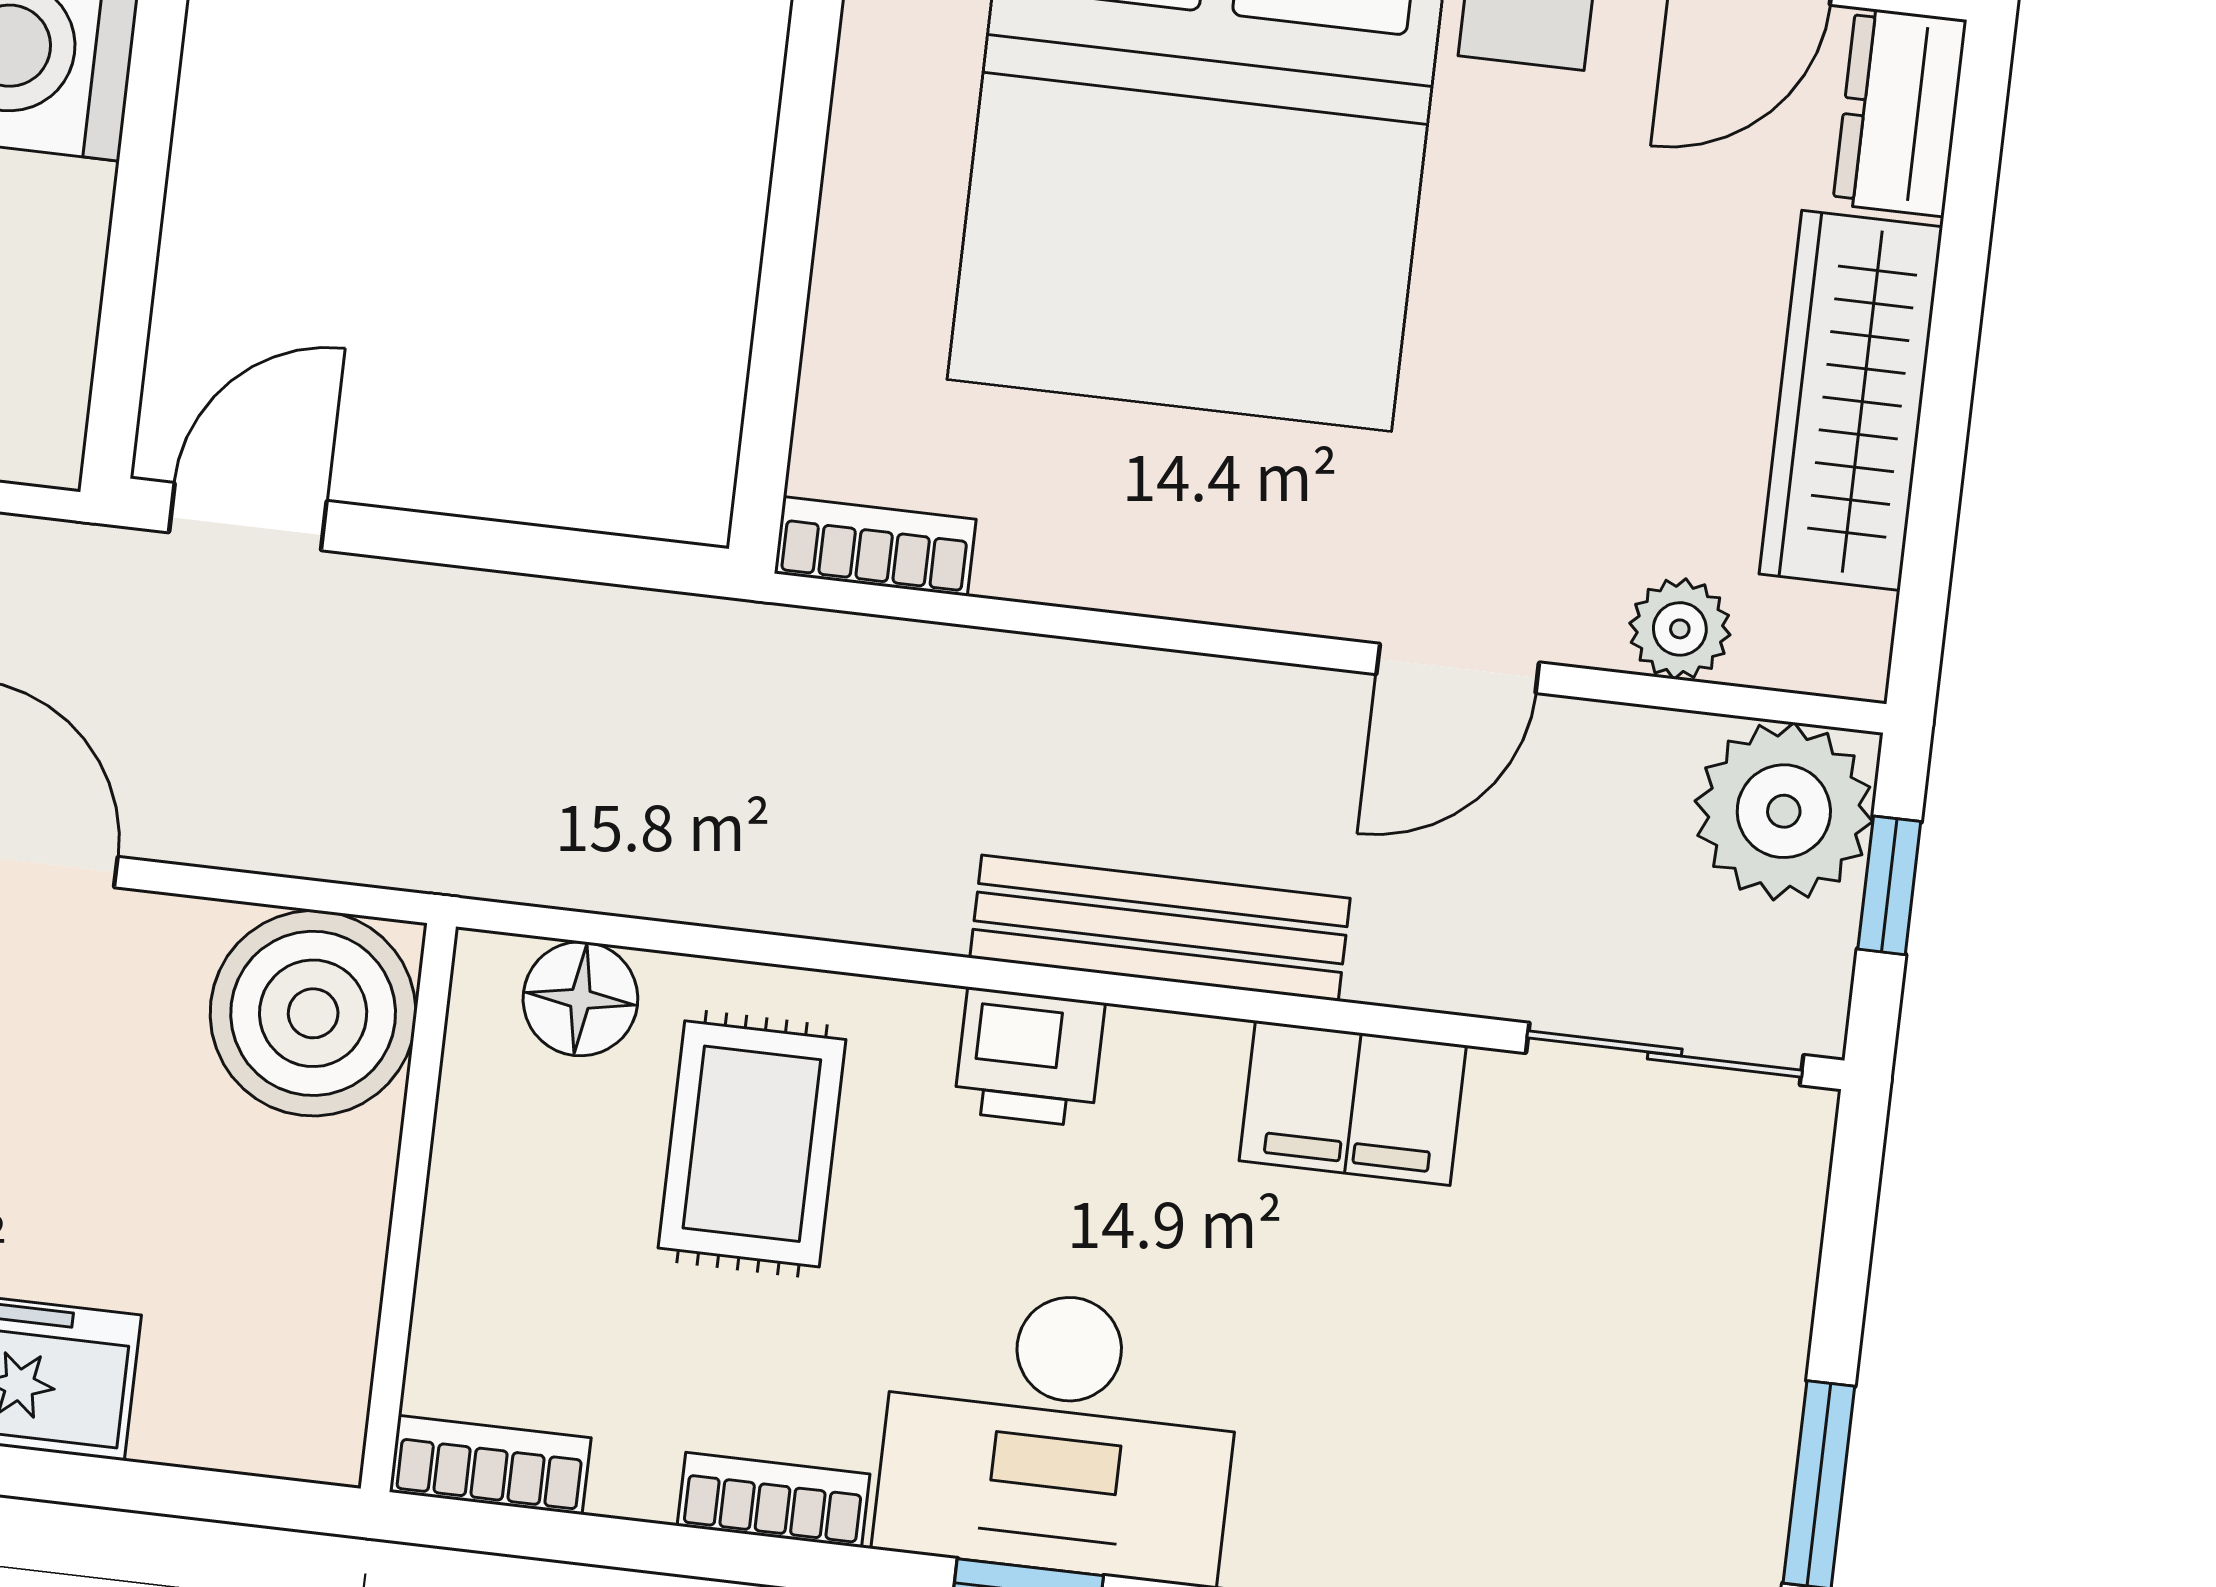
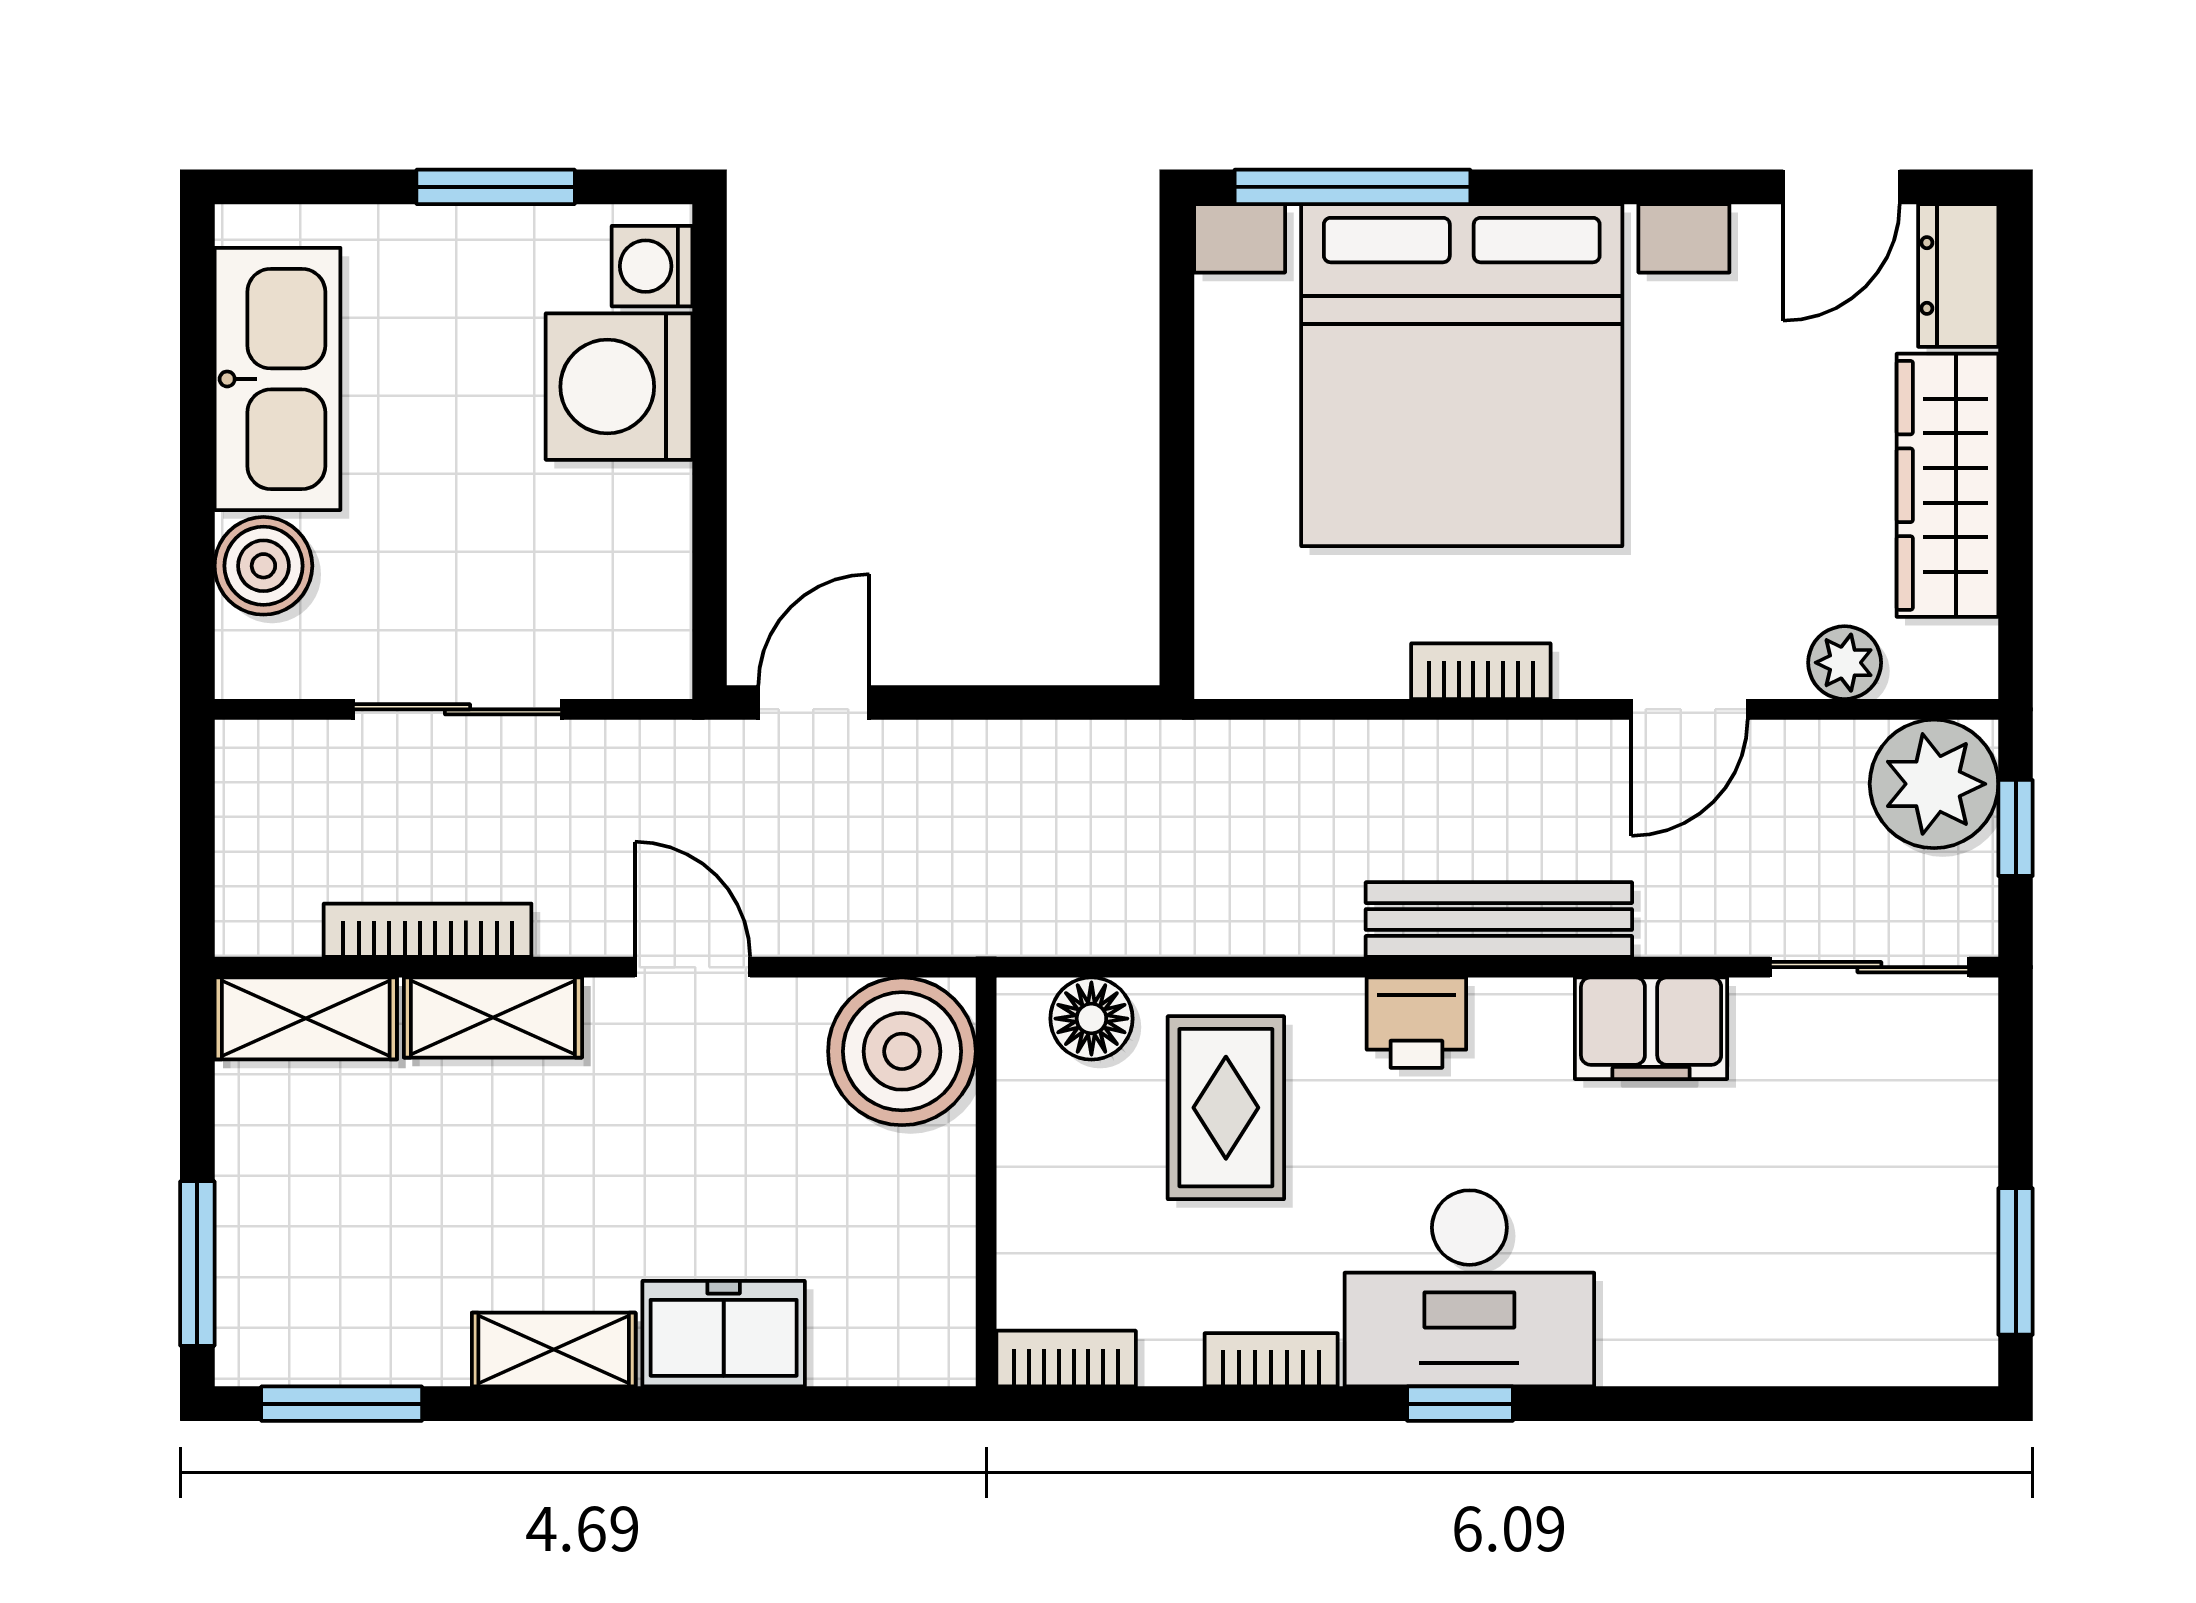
bookcase: (875, 546) -> (1481, 671), moved

